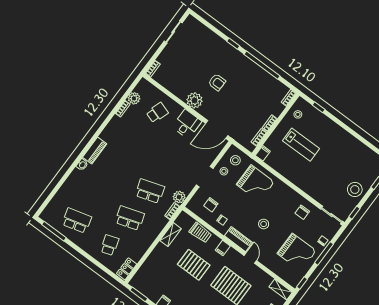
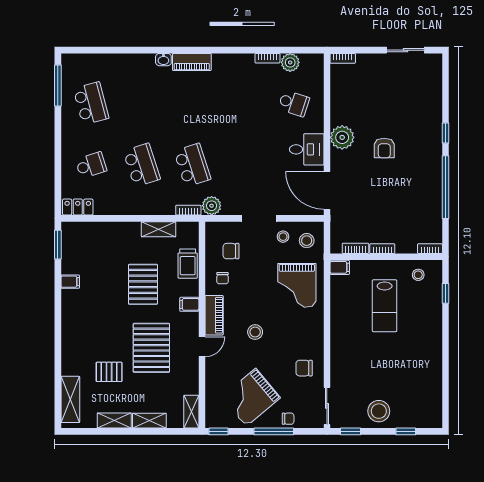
grand piano: (297, 252) -> (251, 397), turned 50

